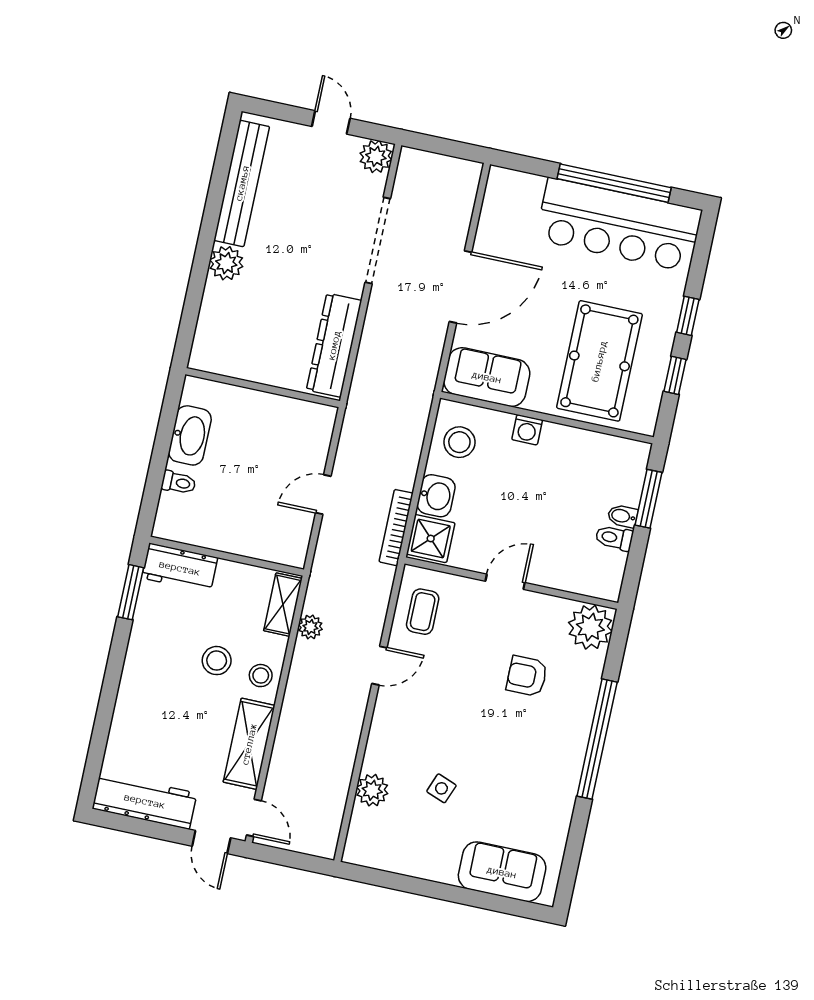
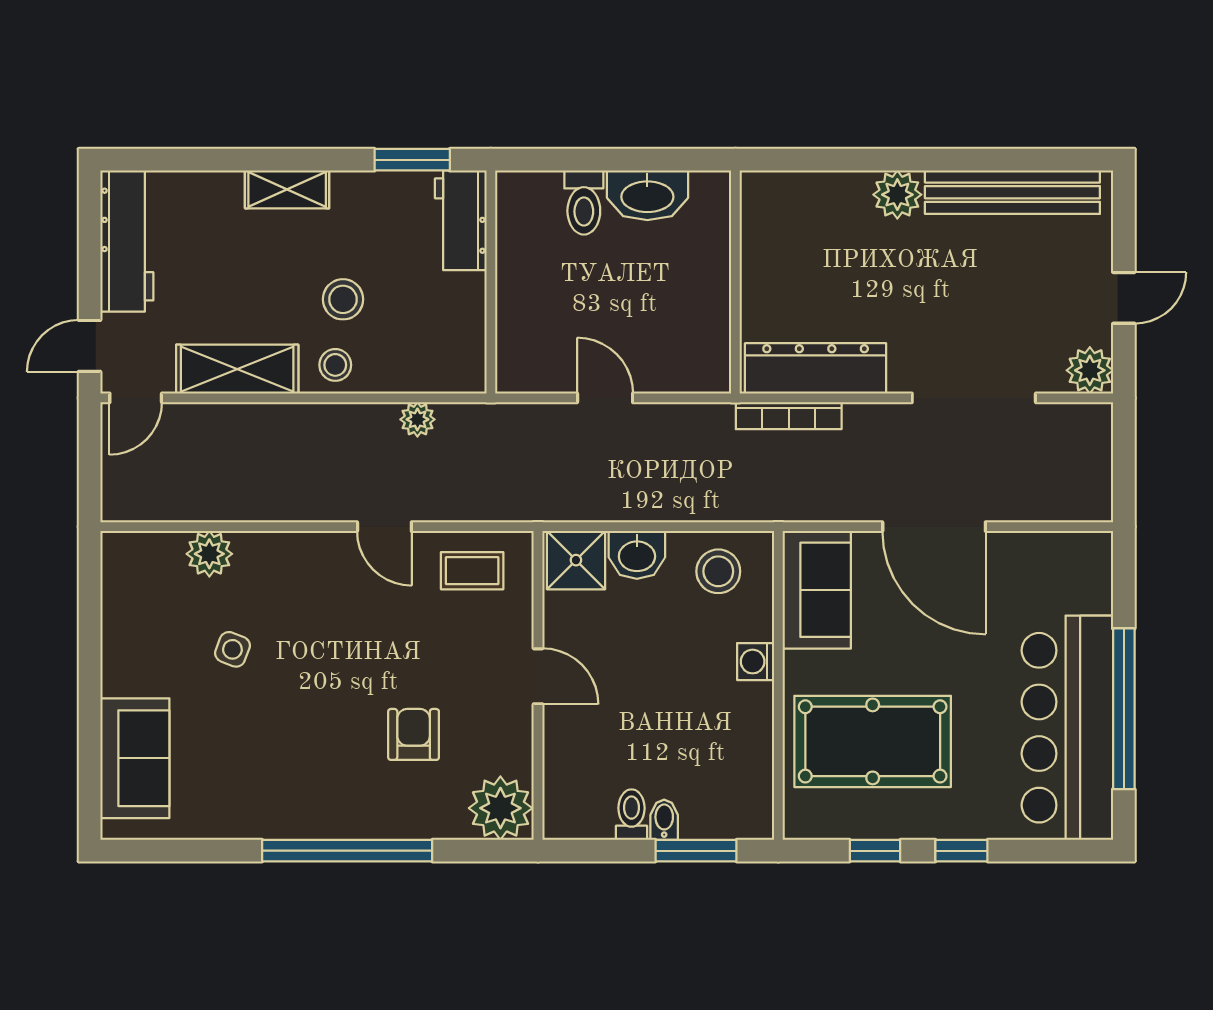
toilet: (179, 483) -> (584, 202), width x1.37, depth x1.39
bookcase: (396, 528) -> (789, 416), moved, turned 180
shelving: (283, 605) -> (287, 189), moved

